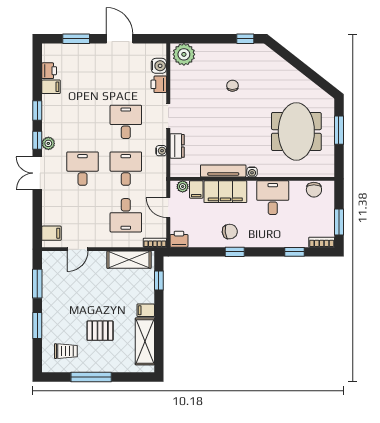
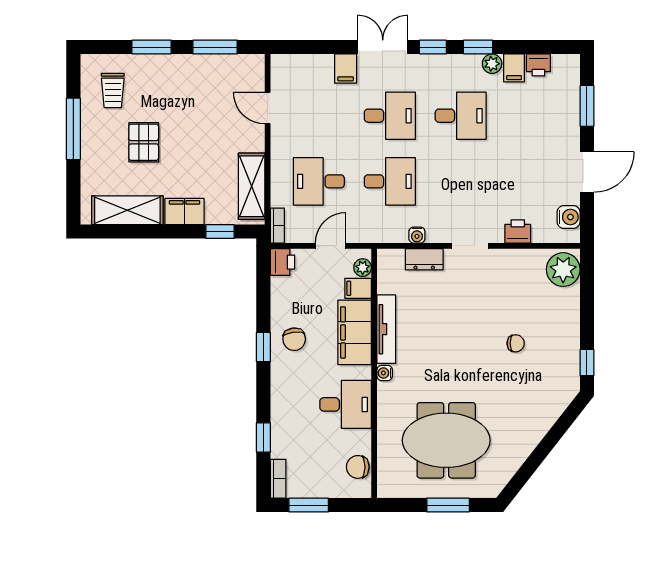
water cooler: (159, 66) -> (569, 217), moved, turned -90
desk: (126, 122) -> (461, 116), moved
plant: (48, 143) -> (492, 64), moved
filing cabinet: (52, 233) -> (346, 69), moved
filing cabinet: (146, 310) -> (184, 212), width x2.00

